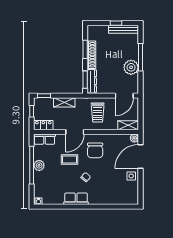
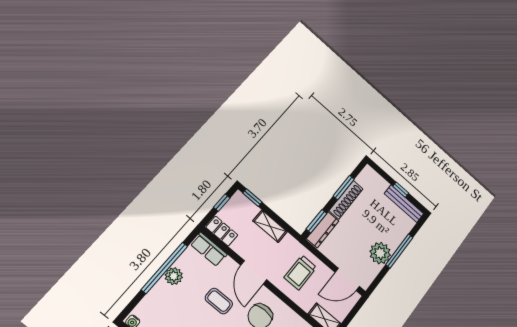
door: (75, 132) -> (254, 272), hinge flipped

